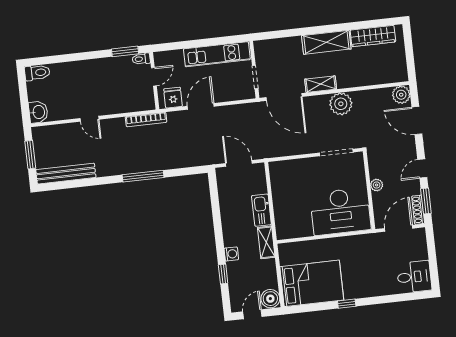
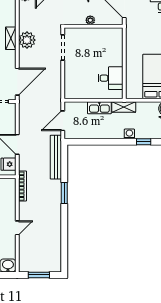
shelving: (321, 84) -> (11, 38), moved
bench: (66, 174) -> (56, 157), moved
window: (143, 176) -> (64, 193), width x0.69
desk: (340, 211) -> (111, 78), moved, width x0.53, depth x0.77

